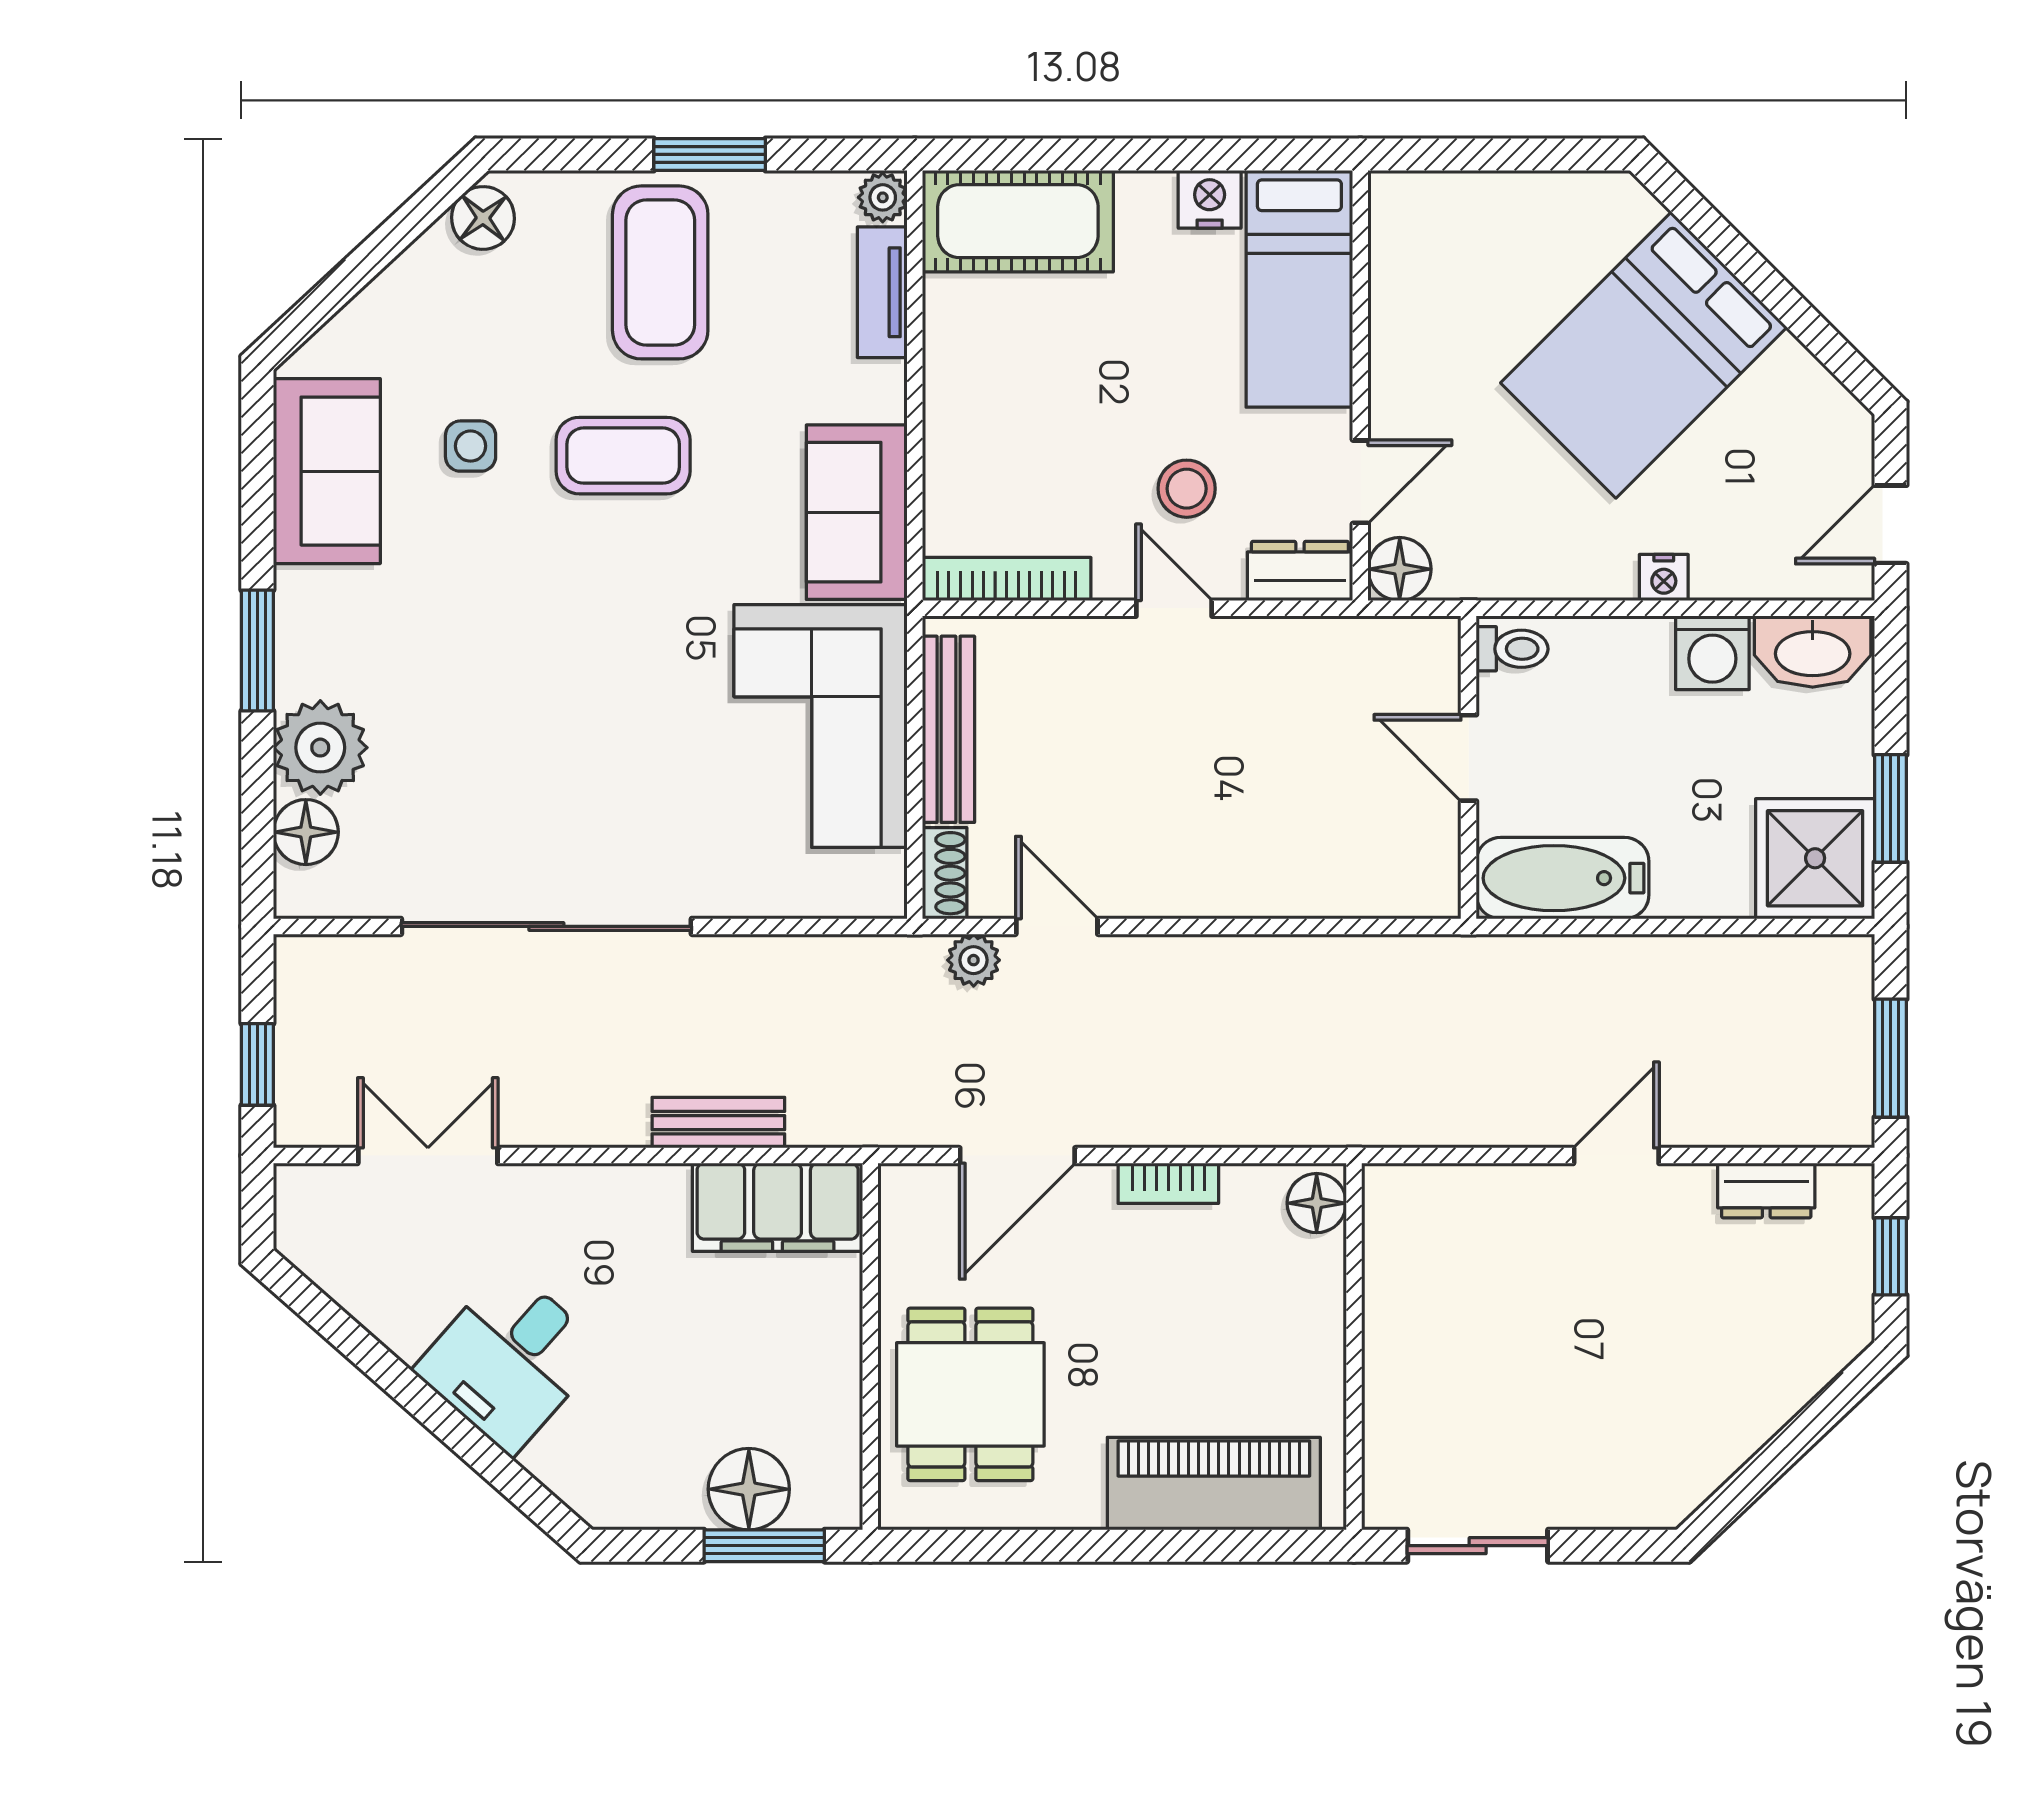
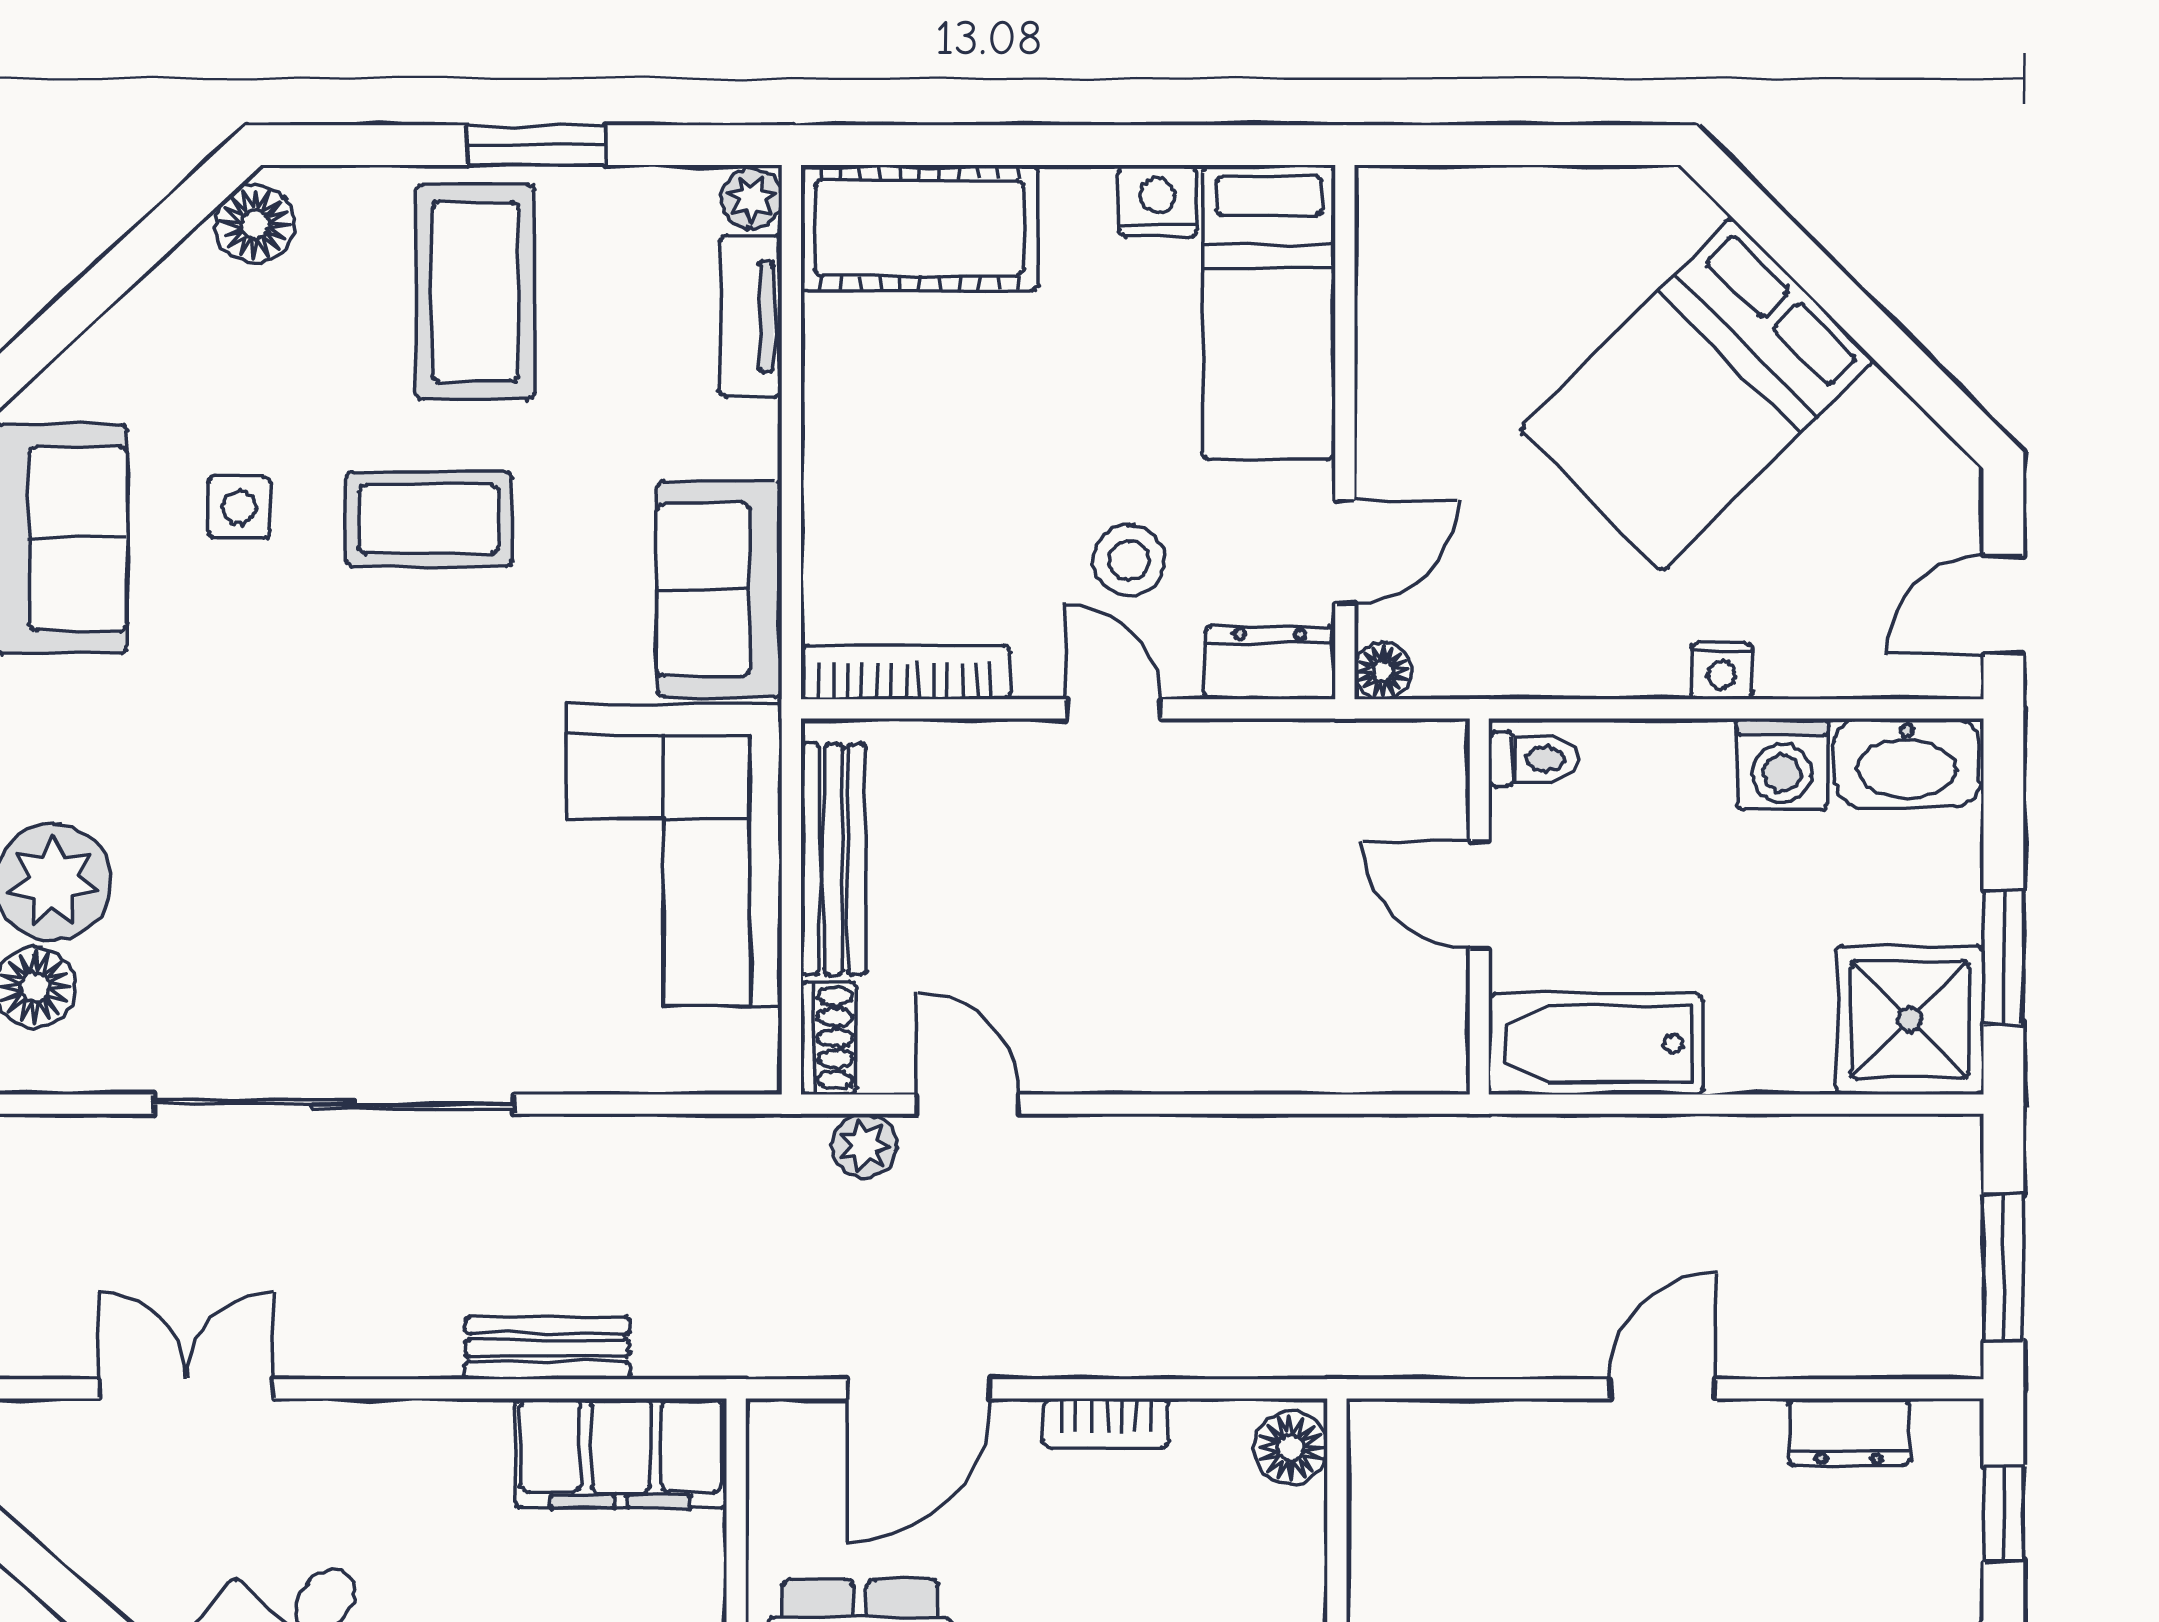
floor lamp: (1400, 569) -> (1383, 671), width x0.73, depth x0.73

